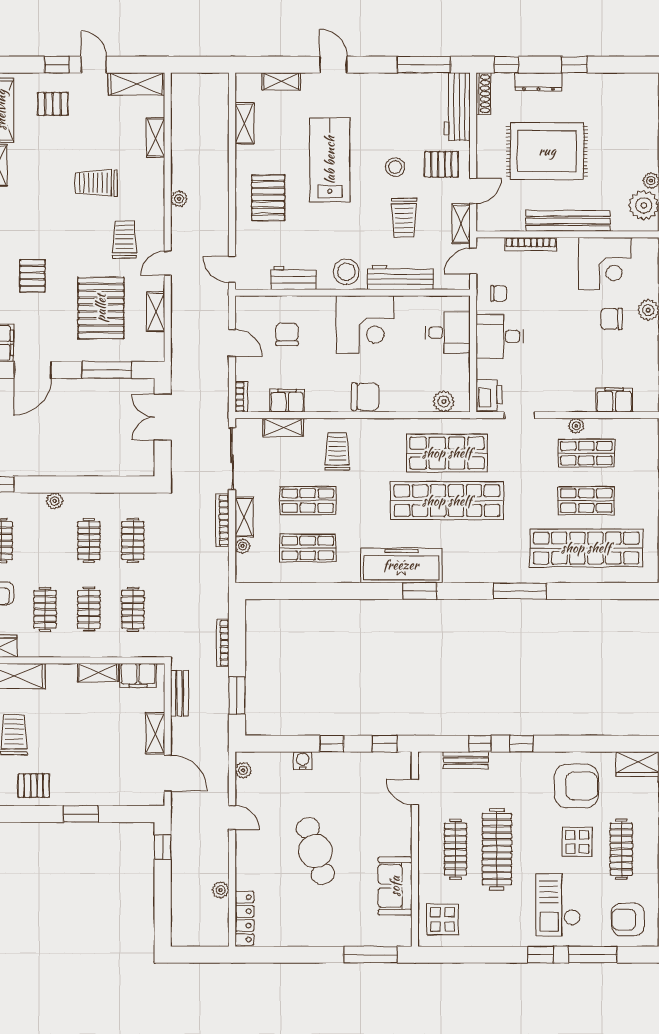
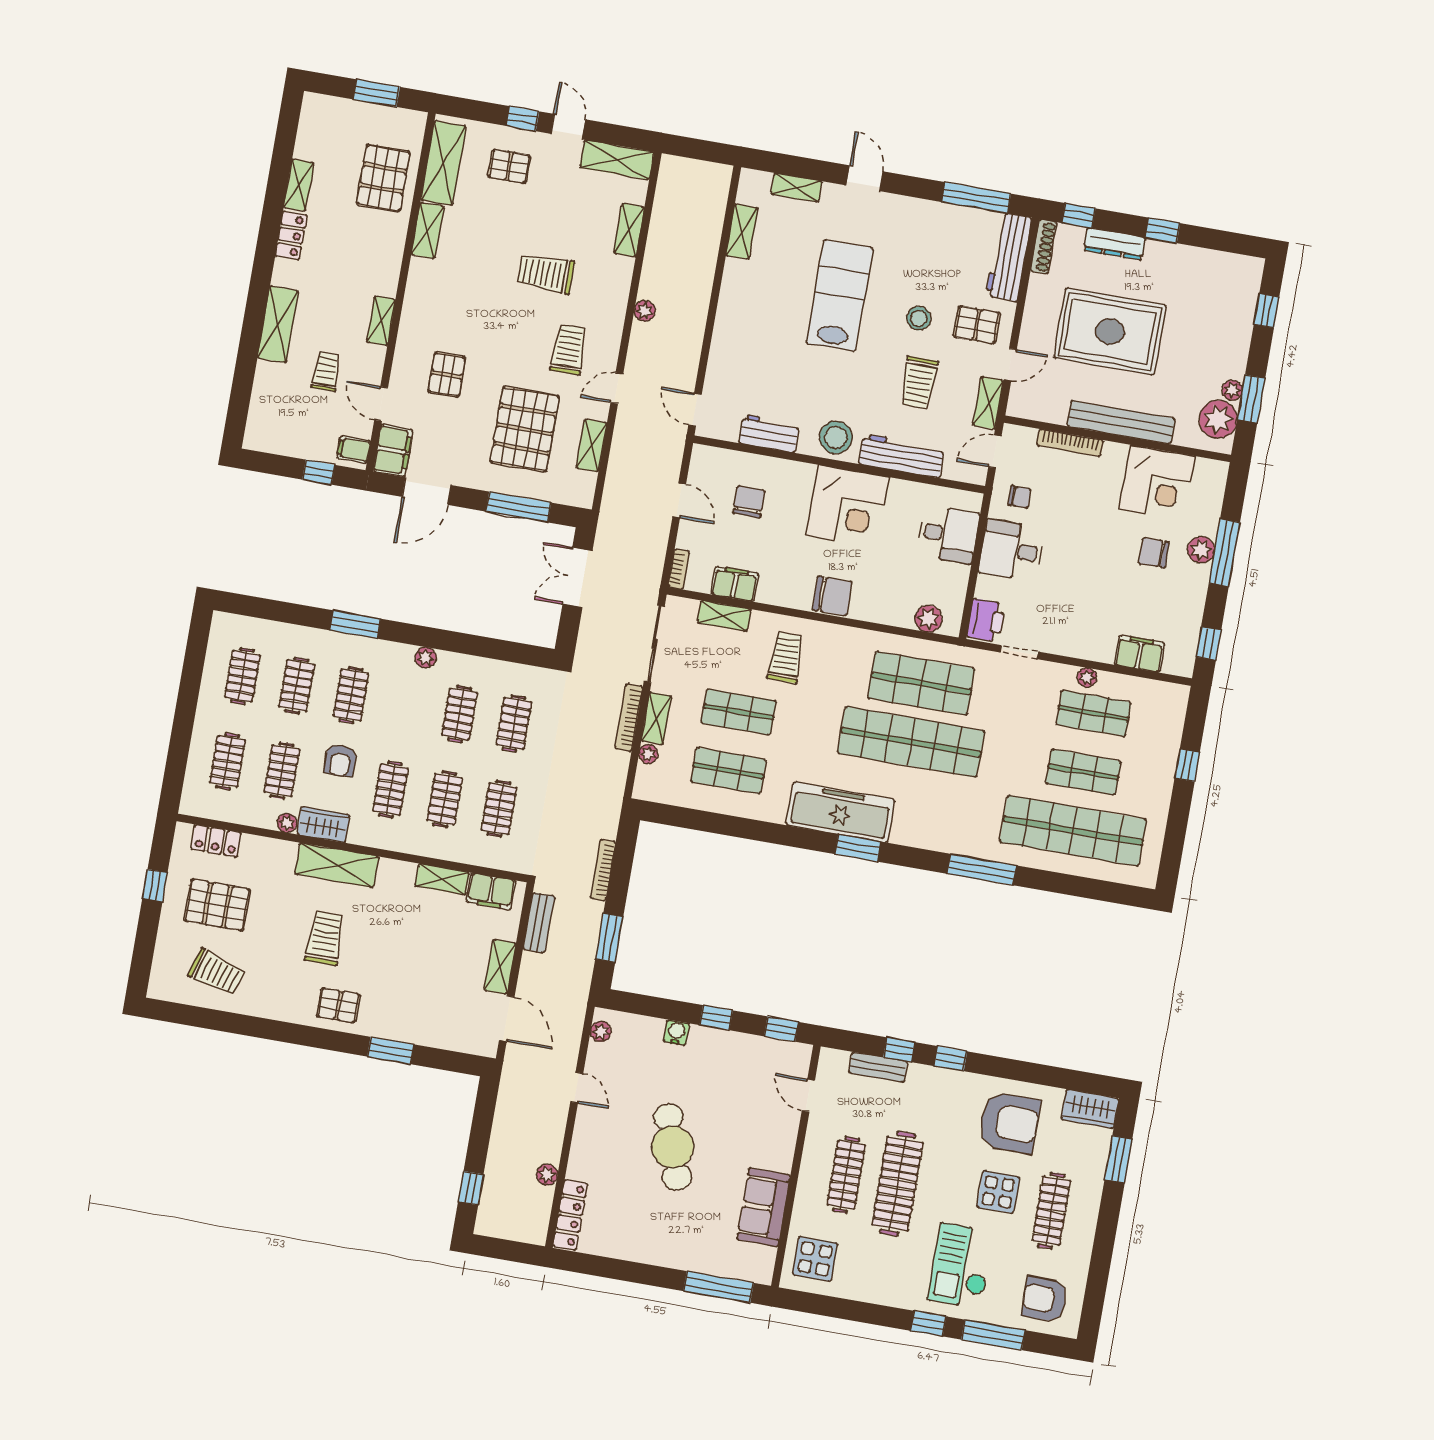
pallet: (268, 198) -> (755, 329), removed
window: (163, 847) -> (471, 1188), moved

